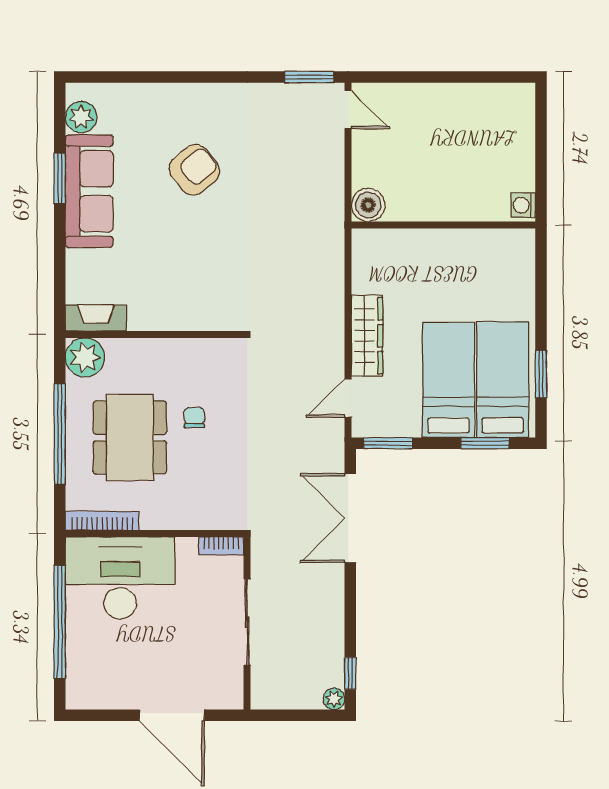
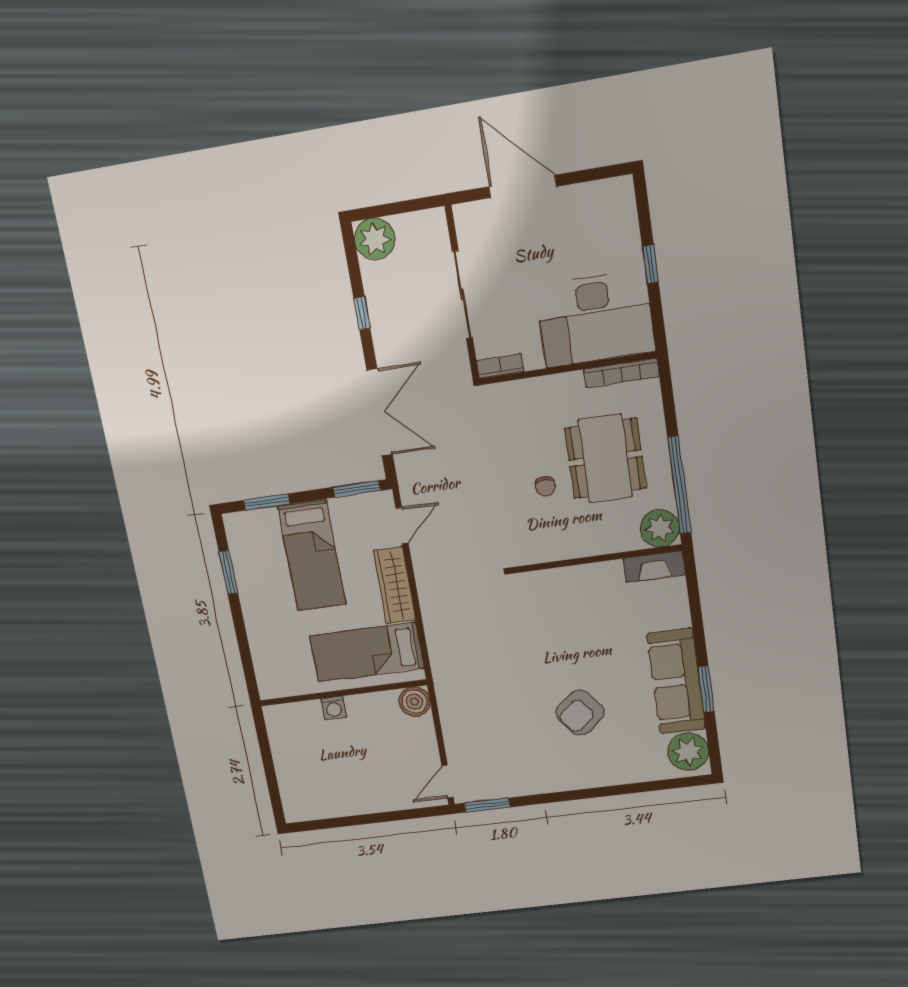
door: (348, 110) -> (448, 781), hinge flipped
plant: (81, 117) -> (688, 752), width x1.36, depth x1.36
washing machine: (523, 205) -> (334, 708), moved, turned 90
bed: (503, 380) -> (367, 652), moved, turned 90
window: (60, 434) -> (679, 485), moved
window: (60, 622) -> (650, 264), width x0.32
window: (350, 673) -> (362, 313), moved
plant: (334, 699) -> (375, 239), width x1.88, depth x1.88

